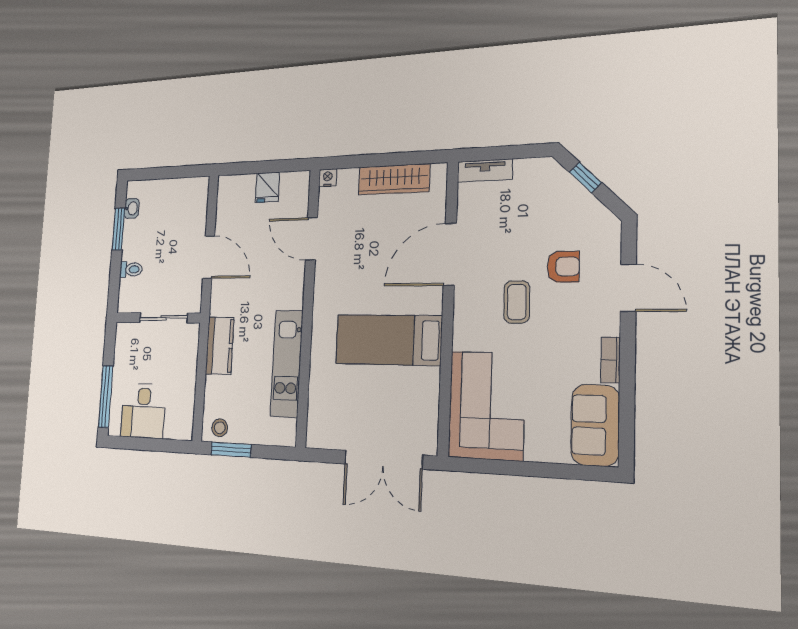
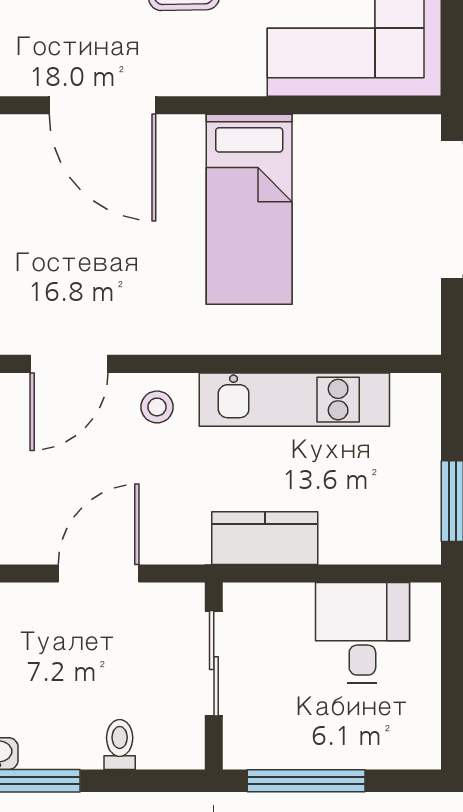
window: (106, 396) -> (306, 781), moved
desk: (143, 411) -> (362, 633), moved, turned -90
stool: (220, 428) -> (157, 407), moved

